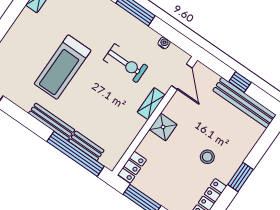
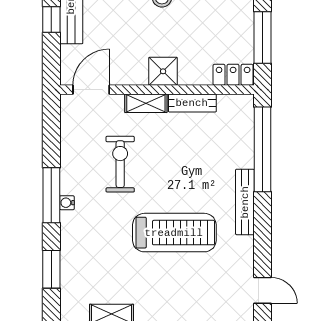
water cooler: (164, 43) -> (67, 203), moved
bench: (86, 146) -> (192, 103), moved, turned 90

